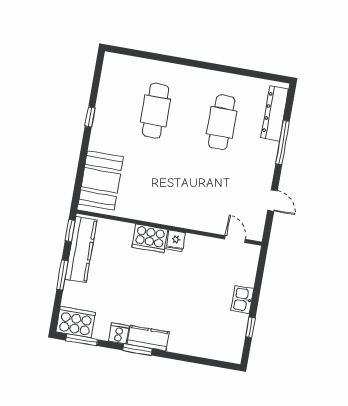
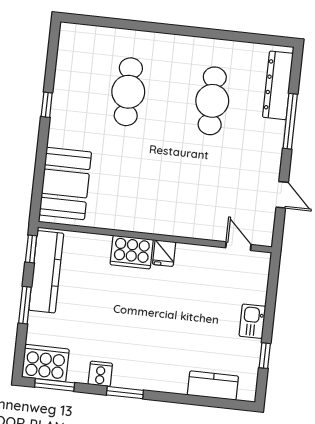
kitchen counter: (148, 338) -> (213, 386), moved

